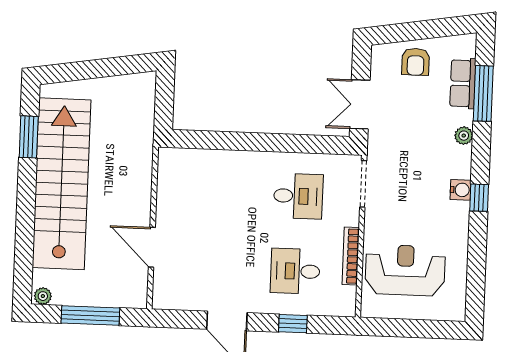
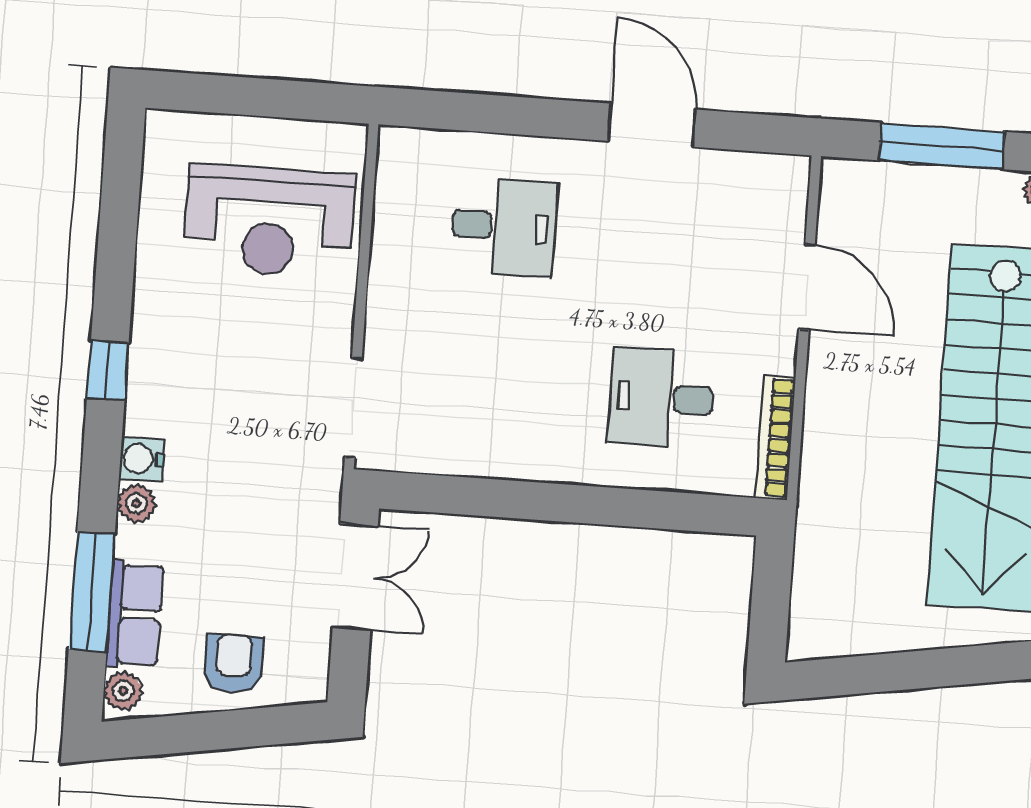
plant: (467, 47) -> (123, 691), added
water cooler: (461, 190) -> (142, 459), moved
desk: (298, 196) -> (662, 398), moved
bookcase: (351, 256) -> (776, 438), moved, turned 180
window: (293, 324) -> (512, 115), removed

